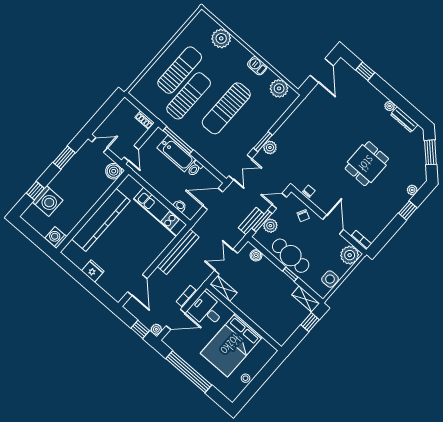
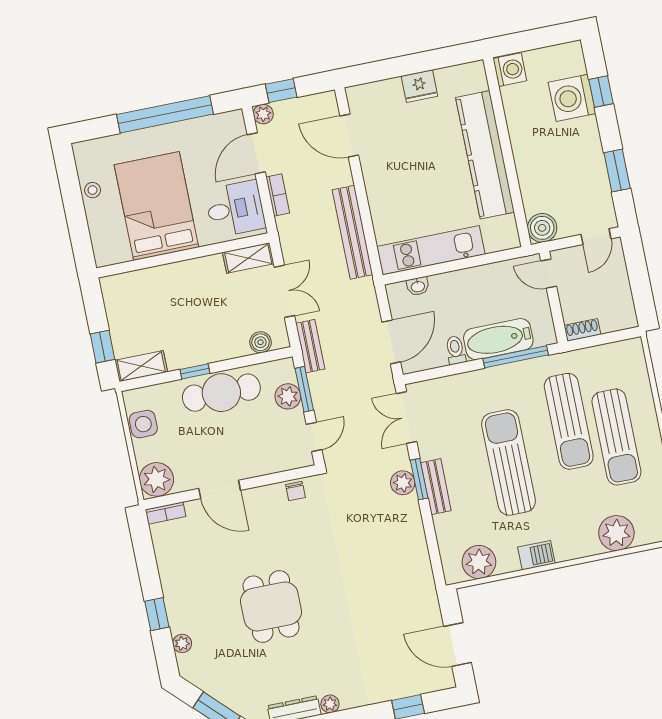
bench: (261, 132) -> (436, 487), added
chair: (303, 216) -> (266, 455), removed
bench: (251, 221) -> (310, 346), moved

